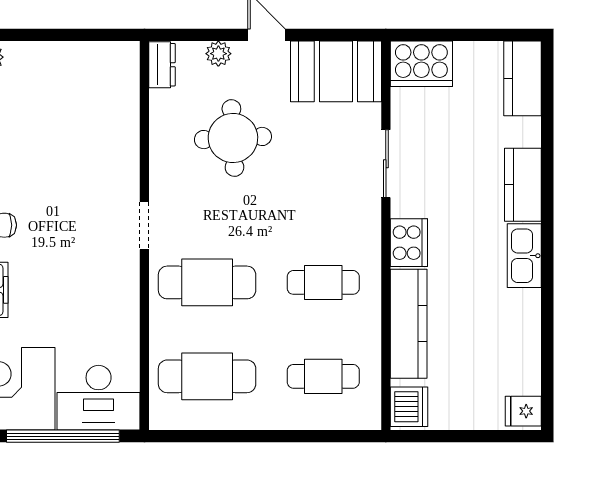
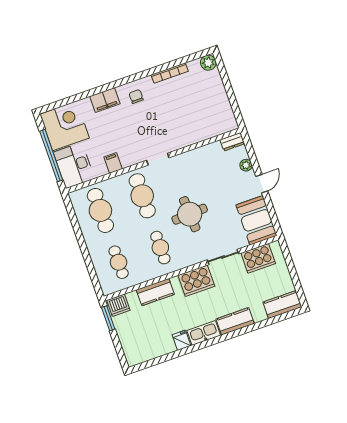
cooker: (421, 64) -> (258, 258), moved, turned -90
round table: (233, 138) -> (190, 214), moved
cooker: (409, 243) -> (196, 281), width x1.37, depth x1.31
filing cabinet: (121, 318) -> (113, 163), added
kitchen counter: (409, 324) -> (155, 292), width x0.67
fridge: (523, 411) -> (181, 340), moved
window: (428, 436) -> (108, 318), added

